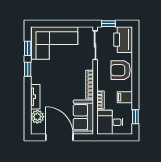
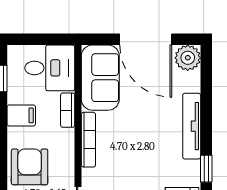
armchair: (121, 70) -> (30, 167), turned -90
tv unit: (35, 97) -> (192, 126), width x1.41
plant: (37, 117) -> (188, 58), moved

